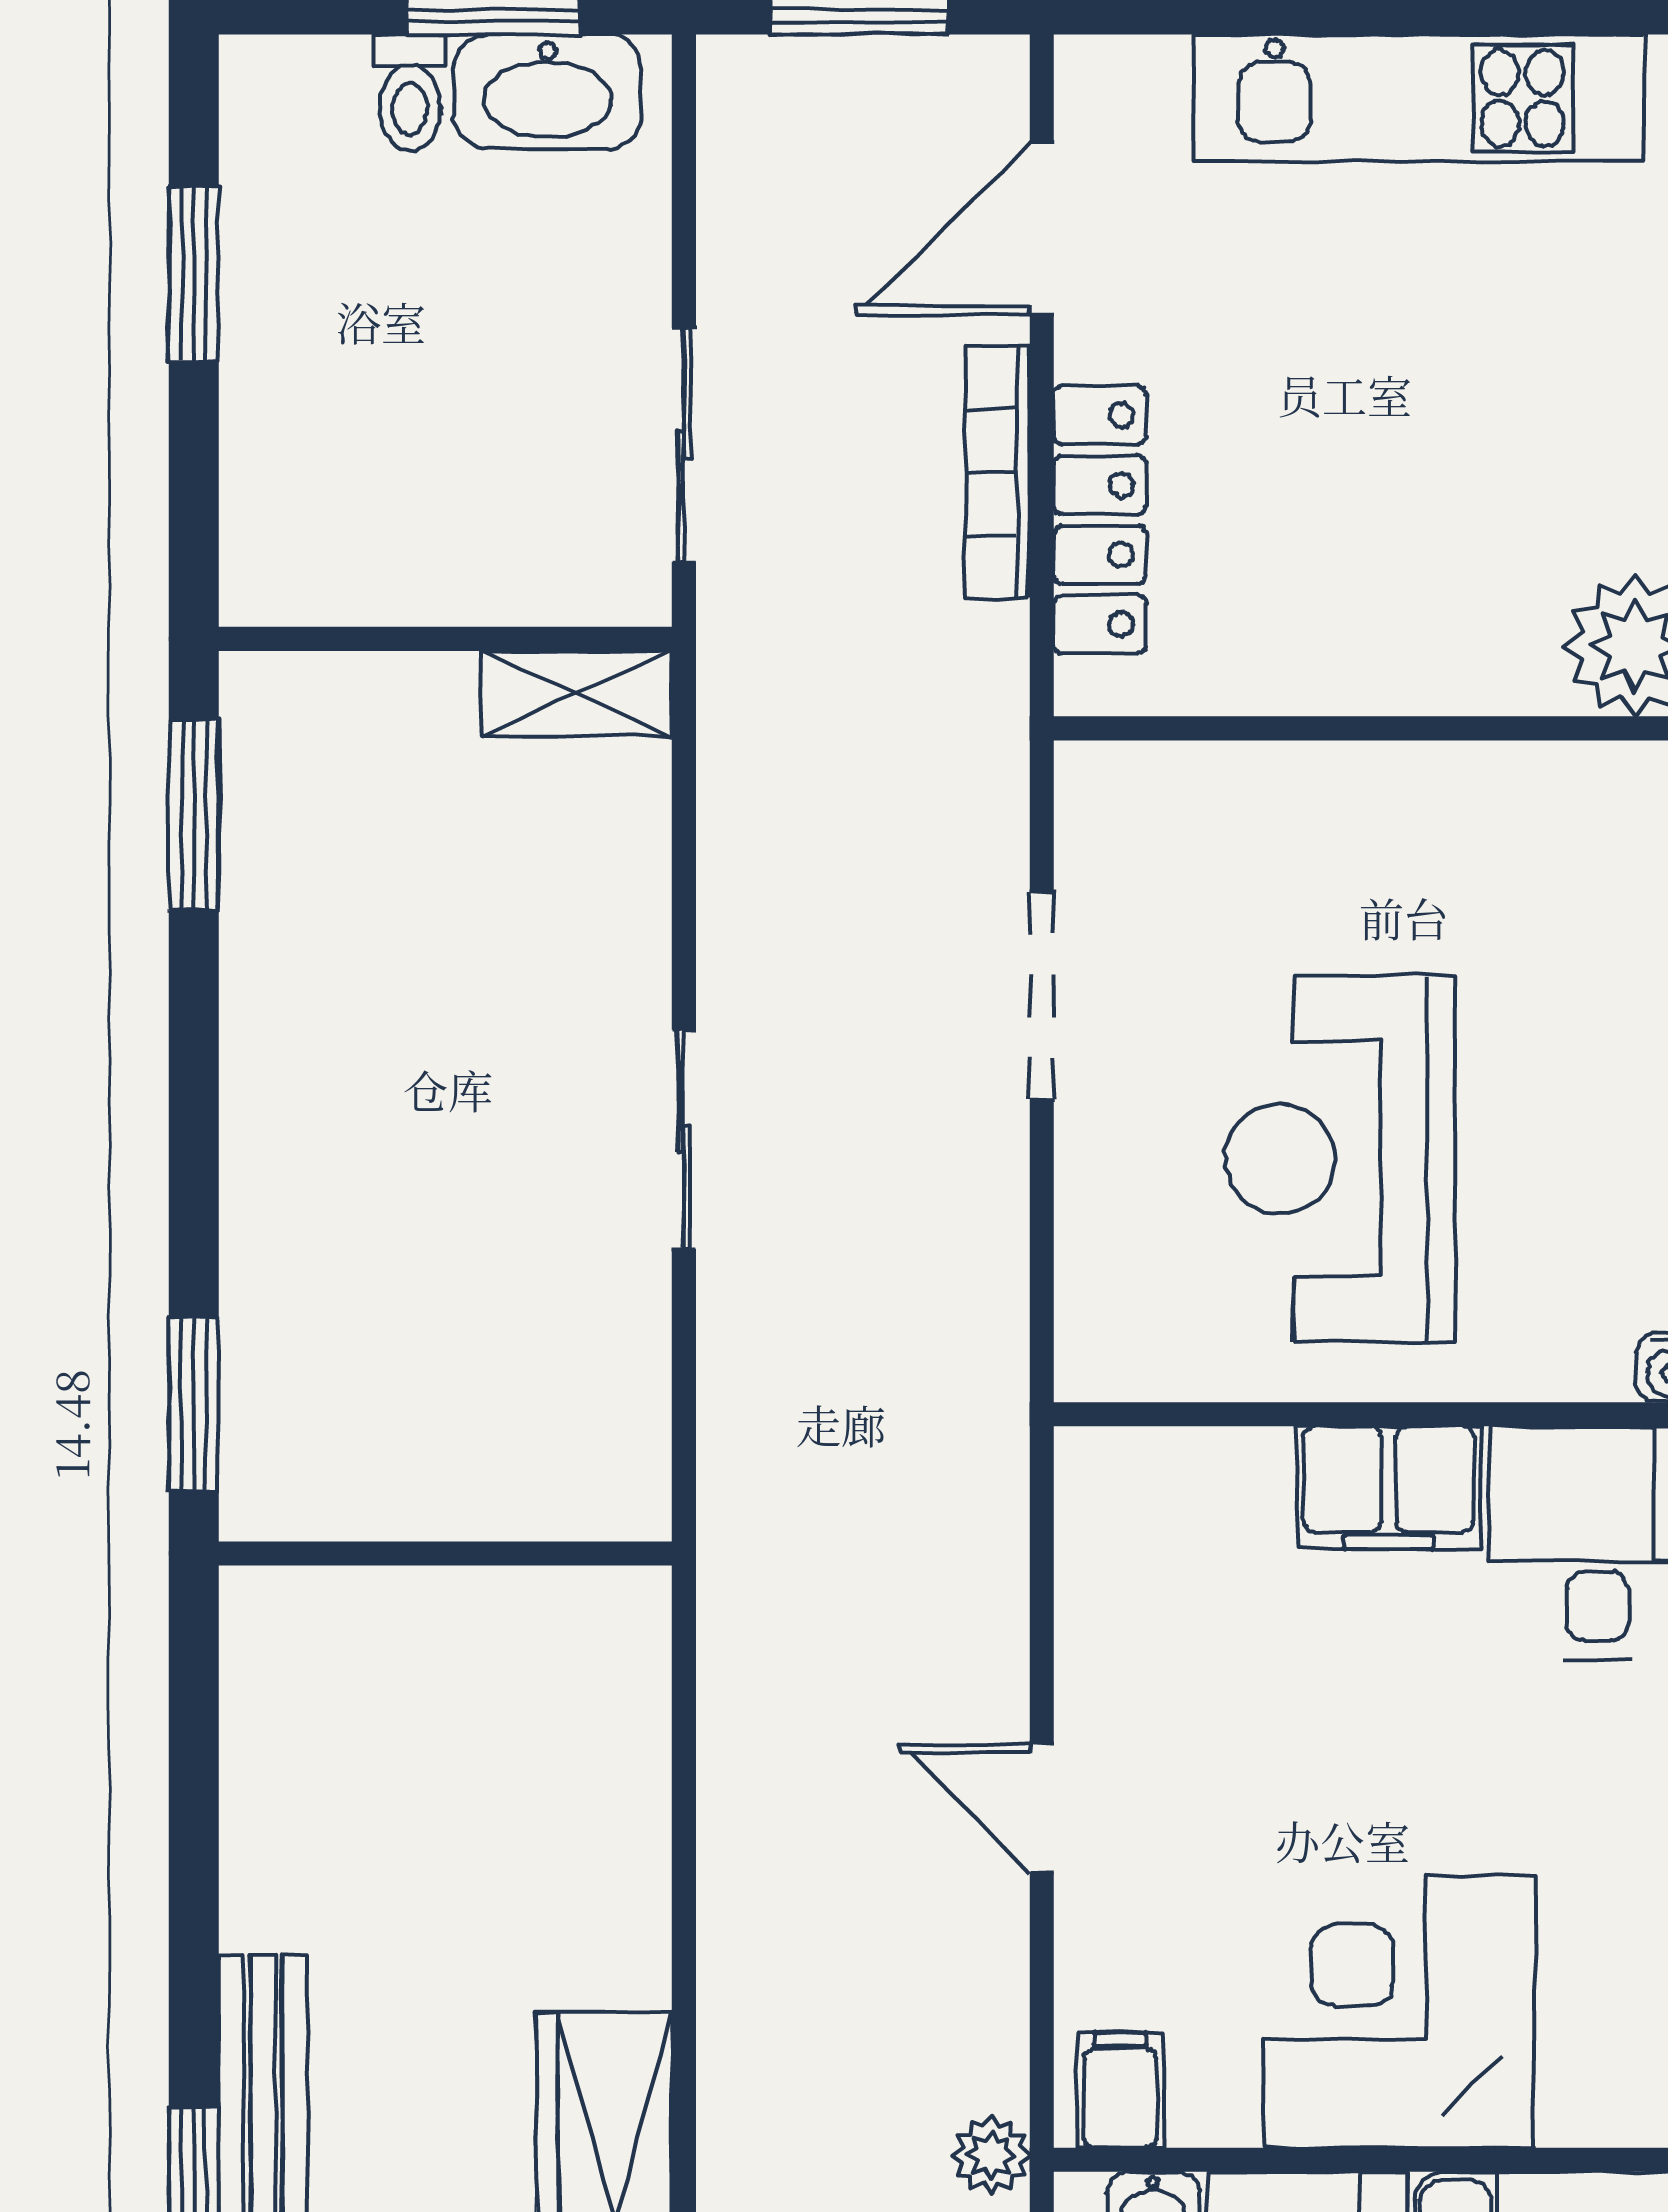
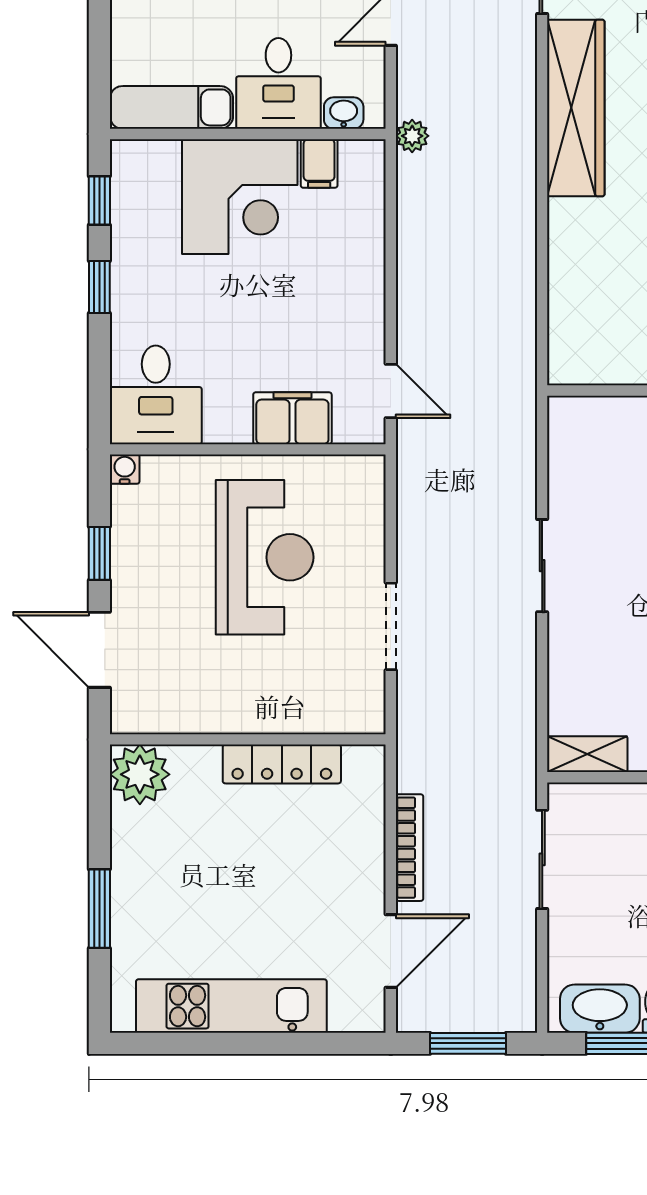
locker: (1100, 520) -> (282, 764), moved, turned -90
filing cabinet: (1389, 1488) -> (292, 418), moved
door: (1042, 1808) -> (391, 391), moved
filing cabinet: (1120, 2090) -> (319, 163), moved

